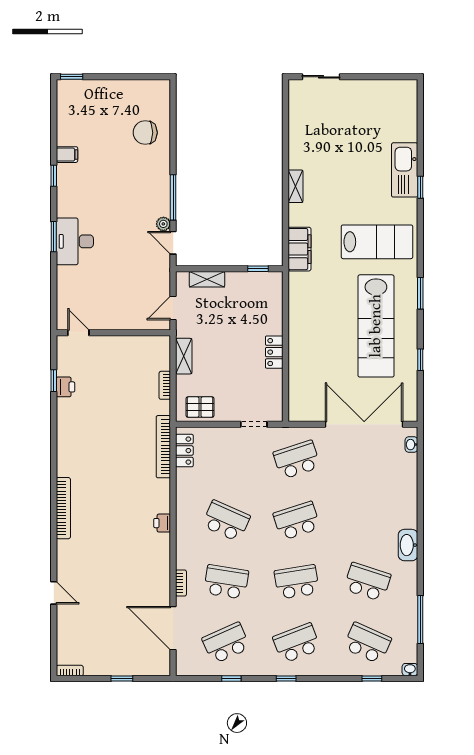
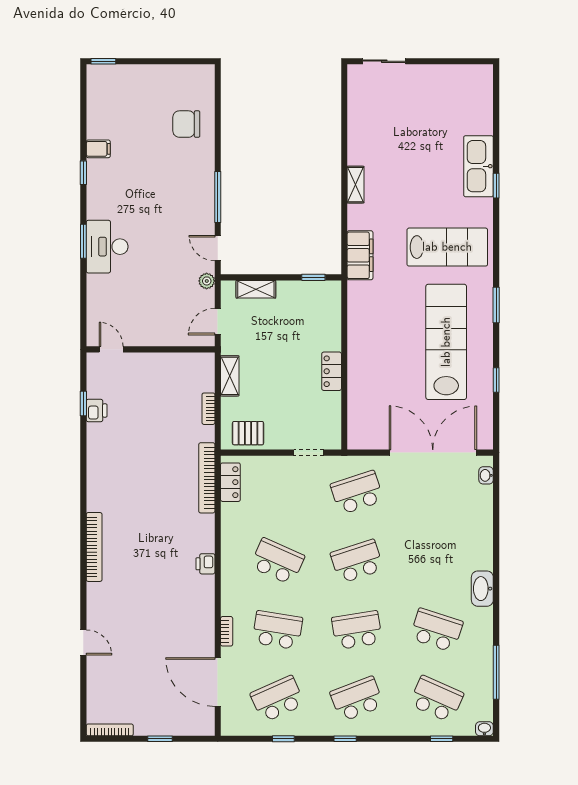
plant: (163, 224) -> (207, 281), moved
lab bench: (376, 326) -> (446, 342), turned 180
bookcase: (70, 671) -> (110, 730), width x1.56

